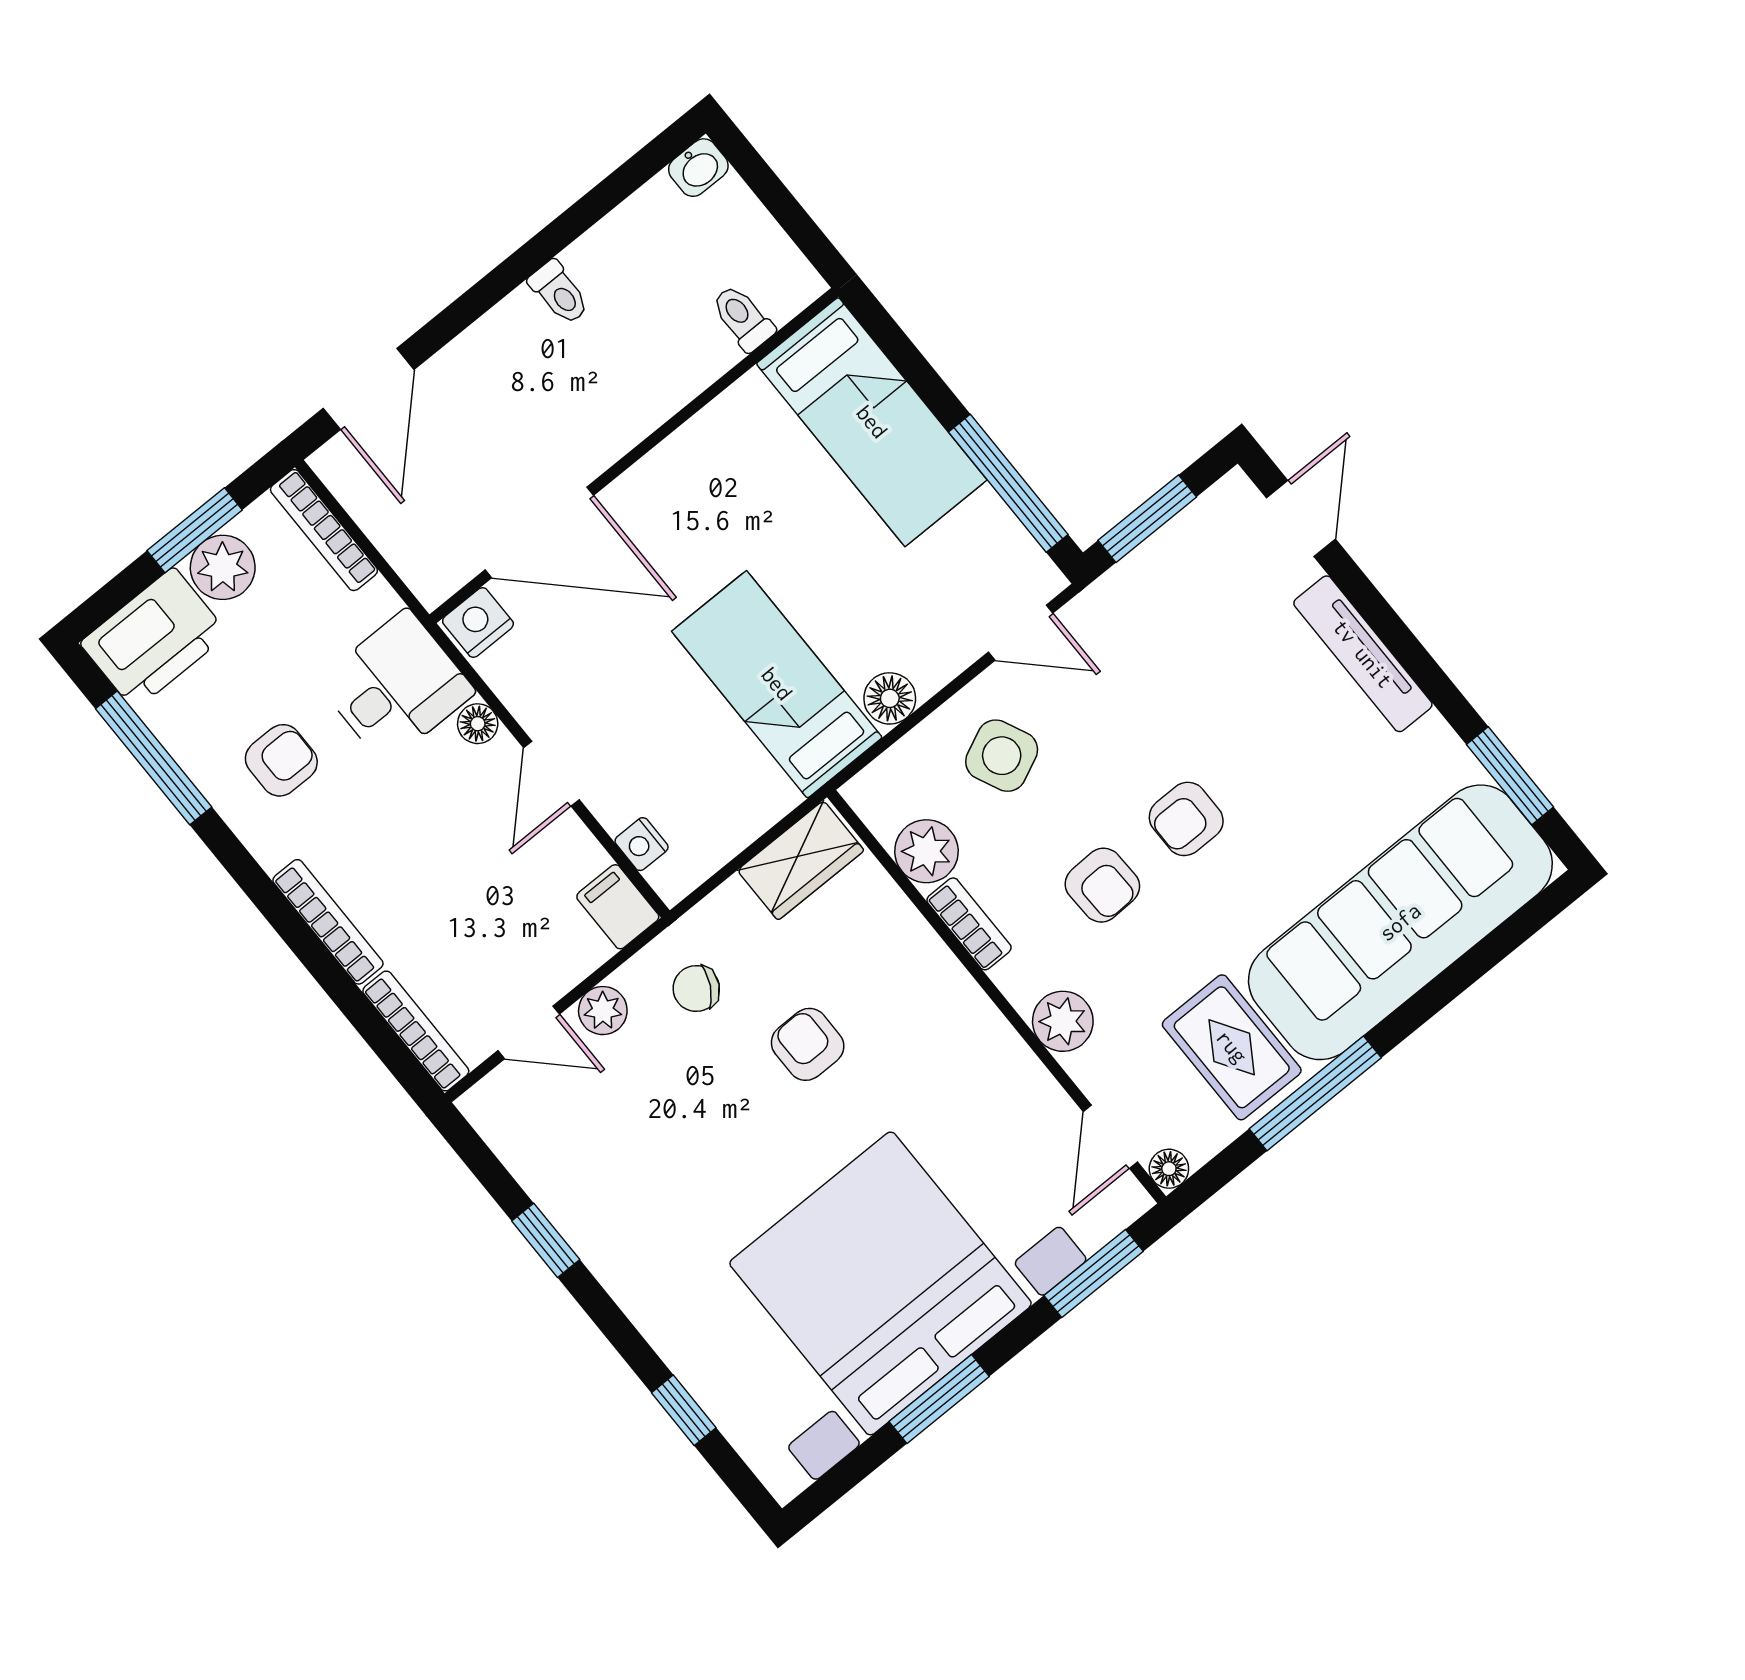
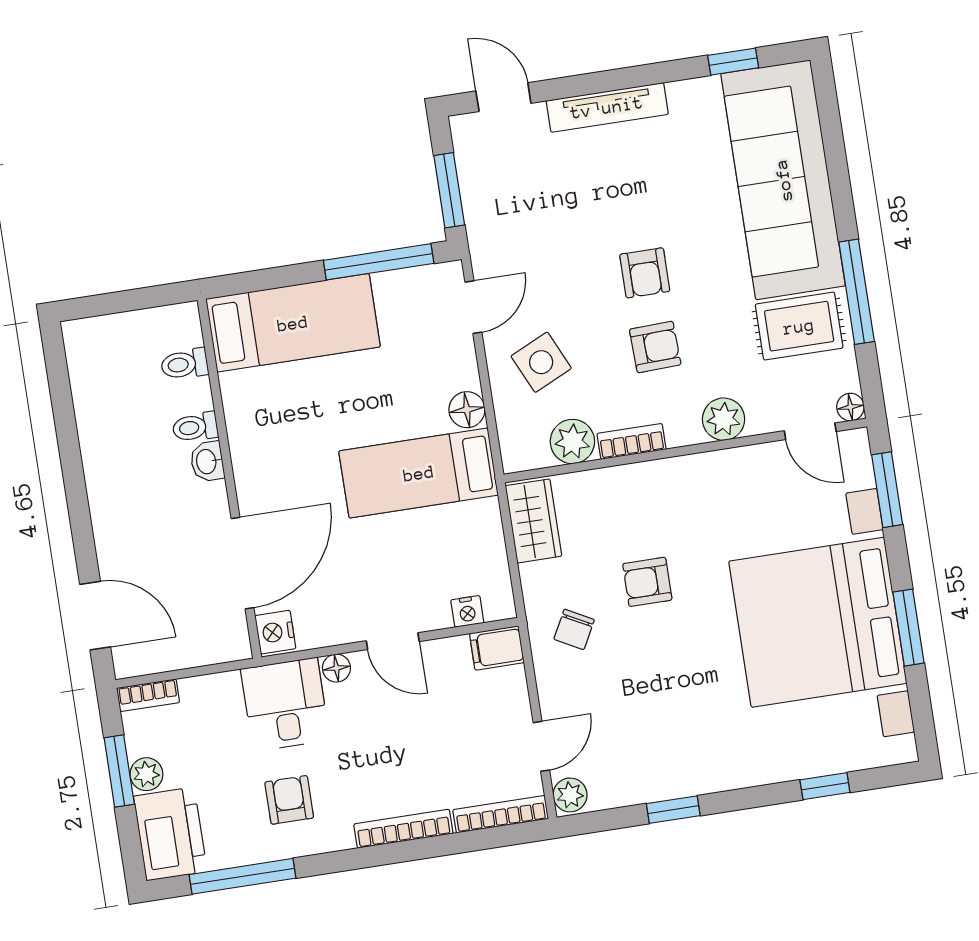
washbasin: (698, 168) -> (207, 461), moved, turned 180
toilet: (559, 293) -> (195, 427), moved, turned 180
bookcase: (324, 530) -> (148, 695), width x0.64
plant: (223, 567) -> (146, 774), width x0.73, depth x0.73
window: (1510, 776) -> (733, 62), width x0.67
plant: (603, 1011) -> (570, 795), moved

